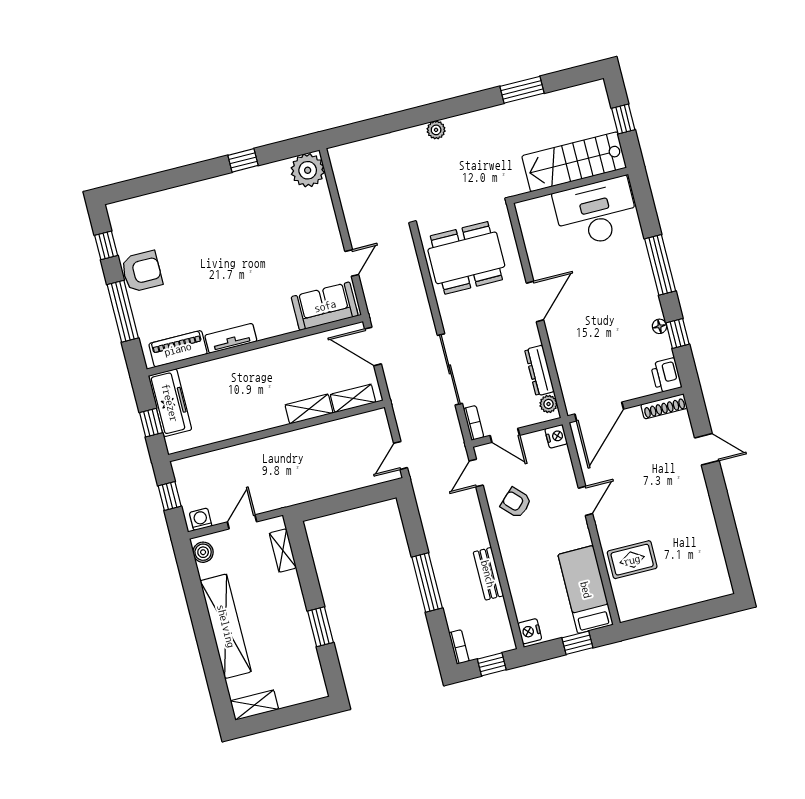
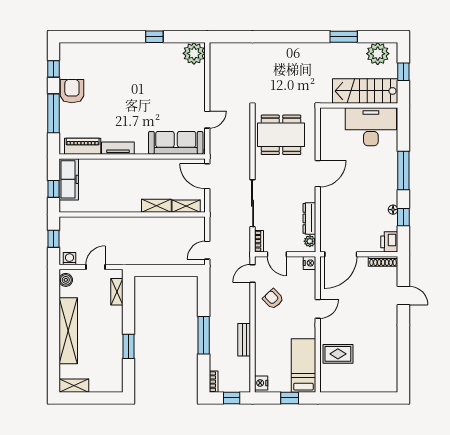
plant: (436, 130) -> (378, 54), moved, width x1.88, depth x1.88
armchair: (142, 271) -> (72, 91), turned -90
sofa: (325, 306) -> (176, 143), width x1.36

